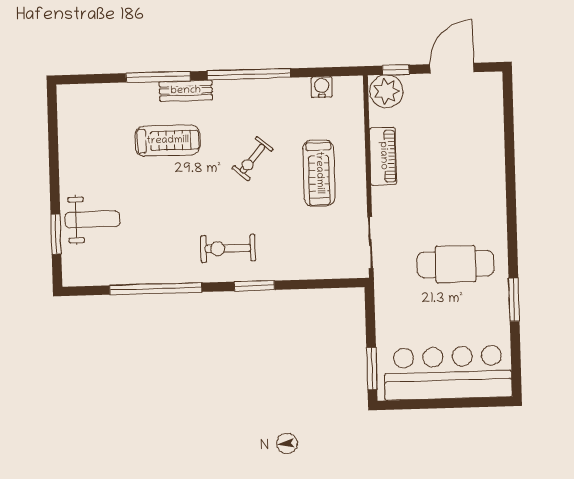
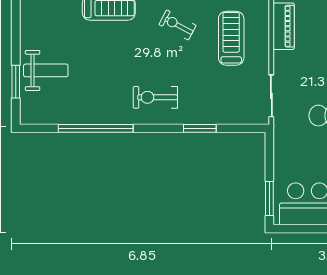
exercise bike: (253, 159) -> (178, 25), turned 78
treadmill: (319, 173) -> (231, 38), turned 180
window: (254, 286) -> (200, 128), moved

